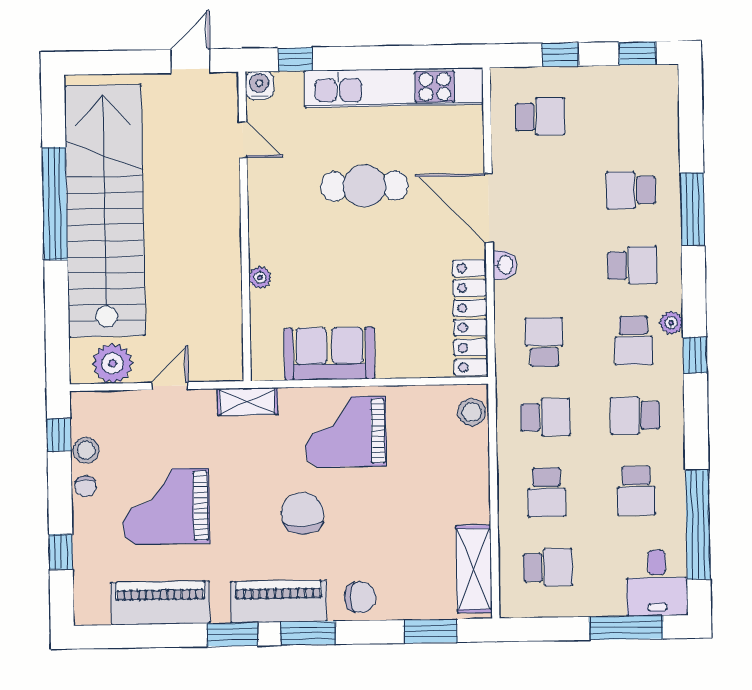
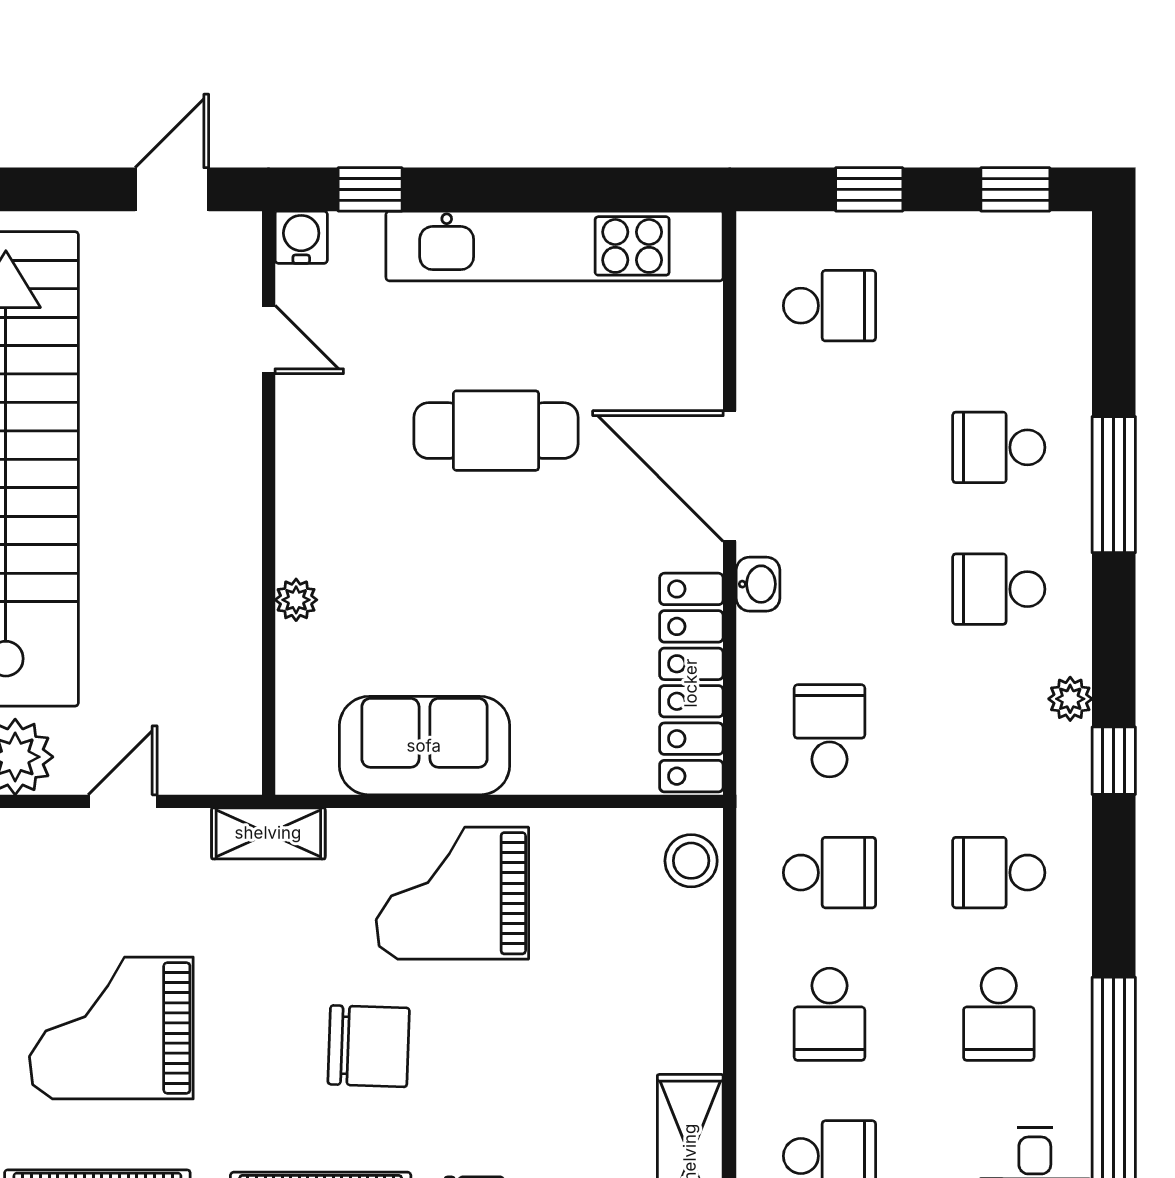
school desk: (632, 265) -> (999, 589), turned 180
school desk: (634, 340) -> (999, 731), removed
chair: (303, 513) -> (369, 1046), turned 92

